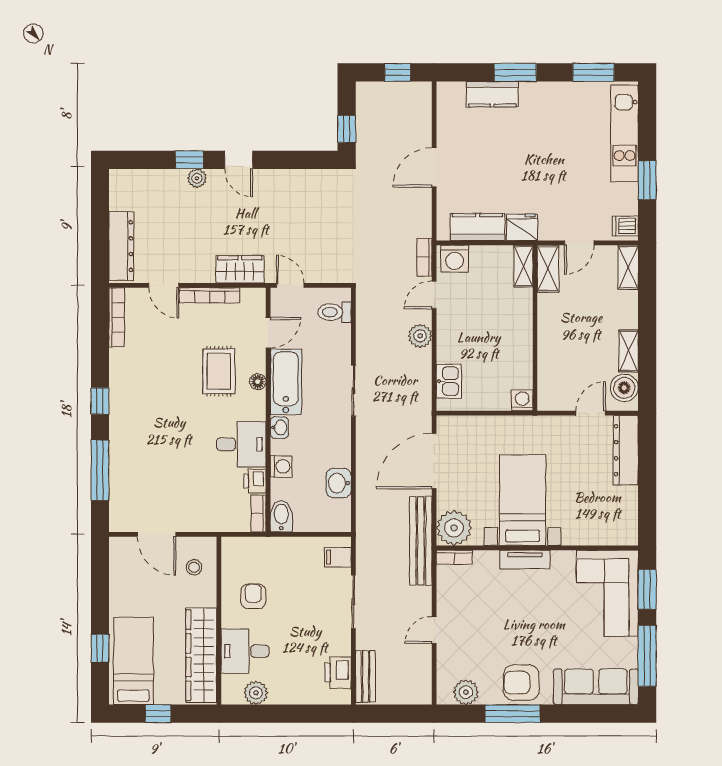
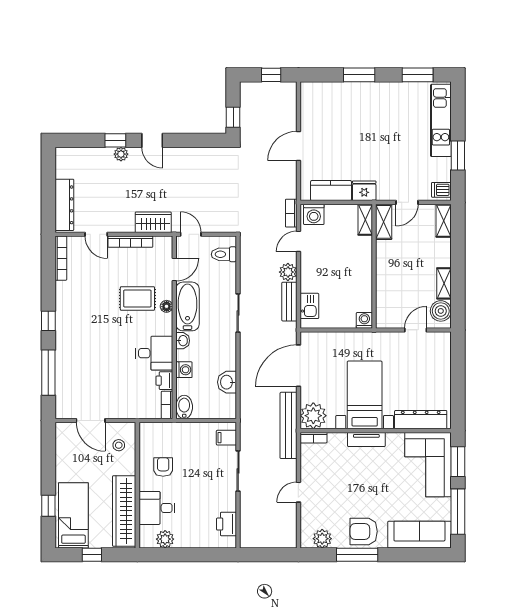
kitchen counter: (492, 94) -> (342, 91), removed
rug: (219, 371) -> (137, 299), turned 90
dresser: (626, 450) -> (421, 420), moved, turned 90
bench: (366, 676) -> (289, 302), moved

